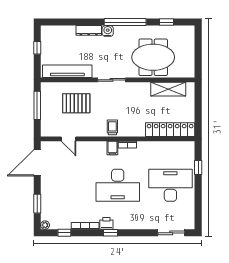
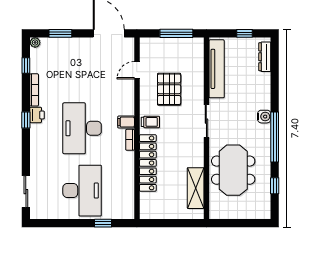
dresser: (89, 30) -> (265, 57), moved
pallet: (76, 103) -> (169, 89), moved
locker: (170, 130) -> (148, 163), moved

